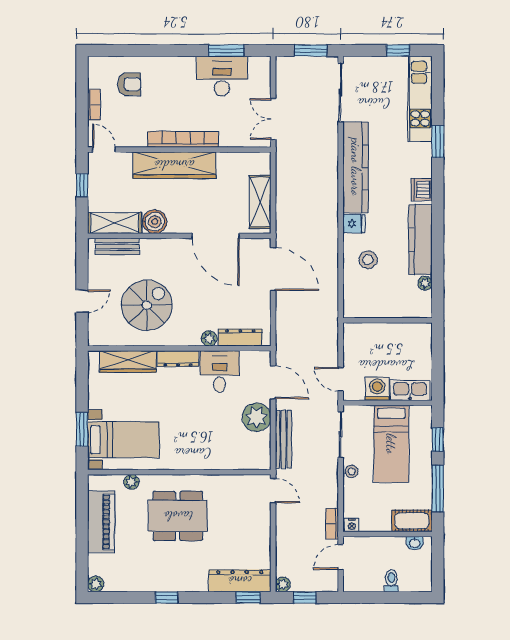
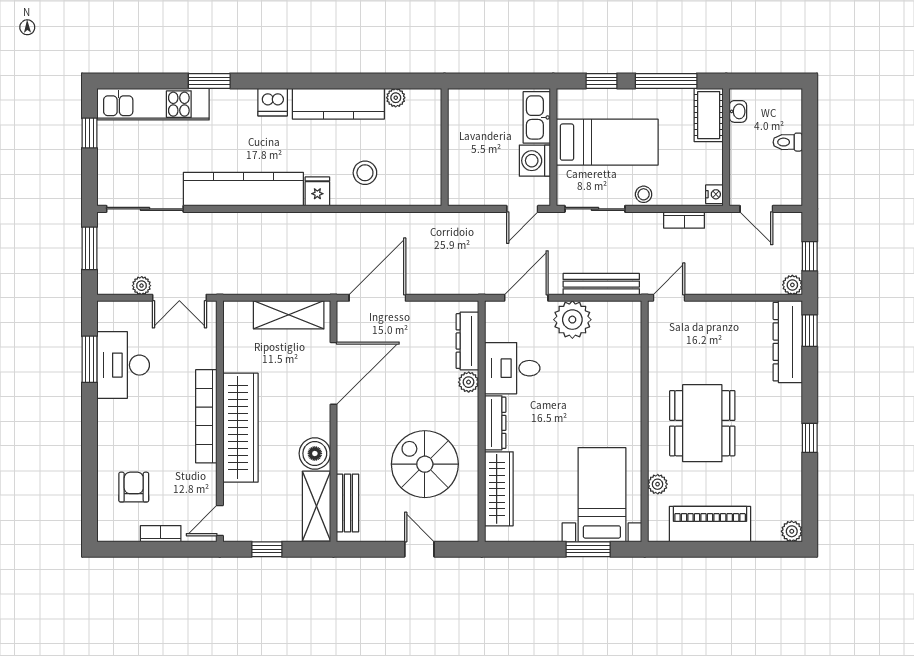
plant: (282, 90) -> (142, 286), added
bookcase: (332, 524) -> (684, 220), moved

